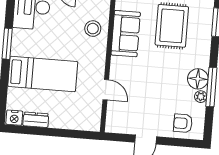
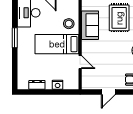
bed: (43, 74) -> (57, 44), moved, turned 180
nightstand: (14, 118) -> (58, 85), moved

